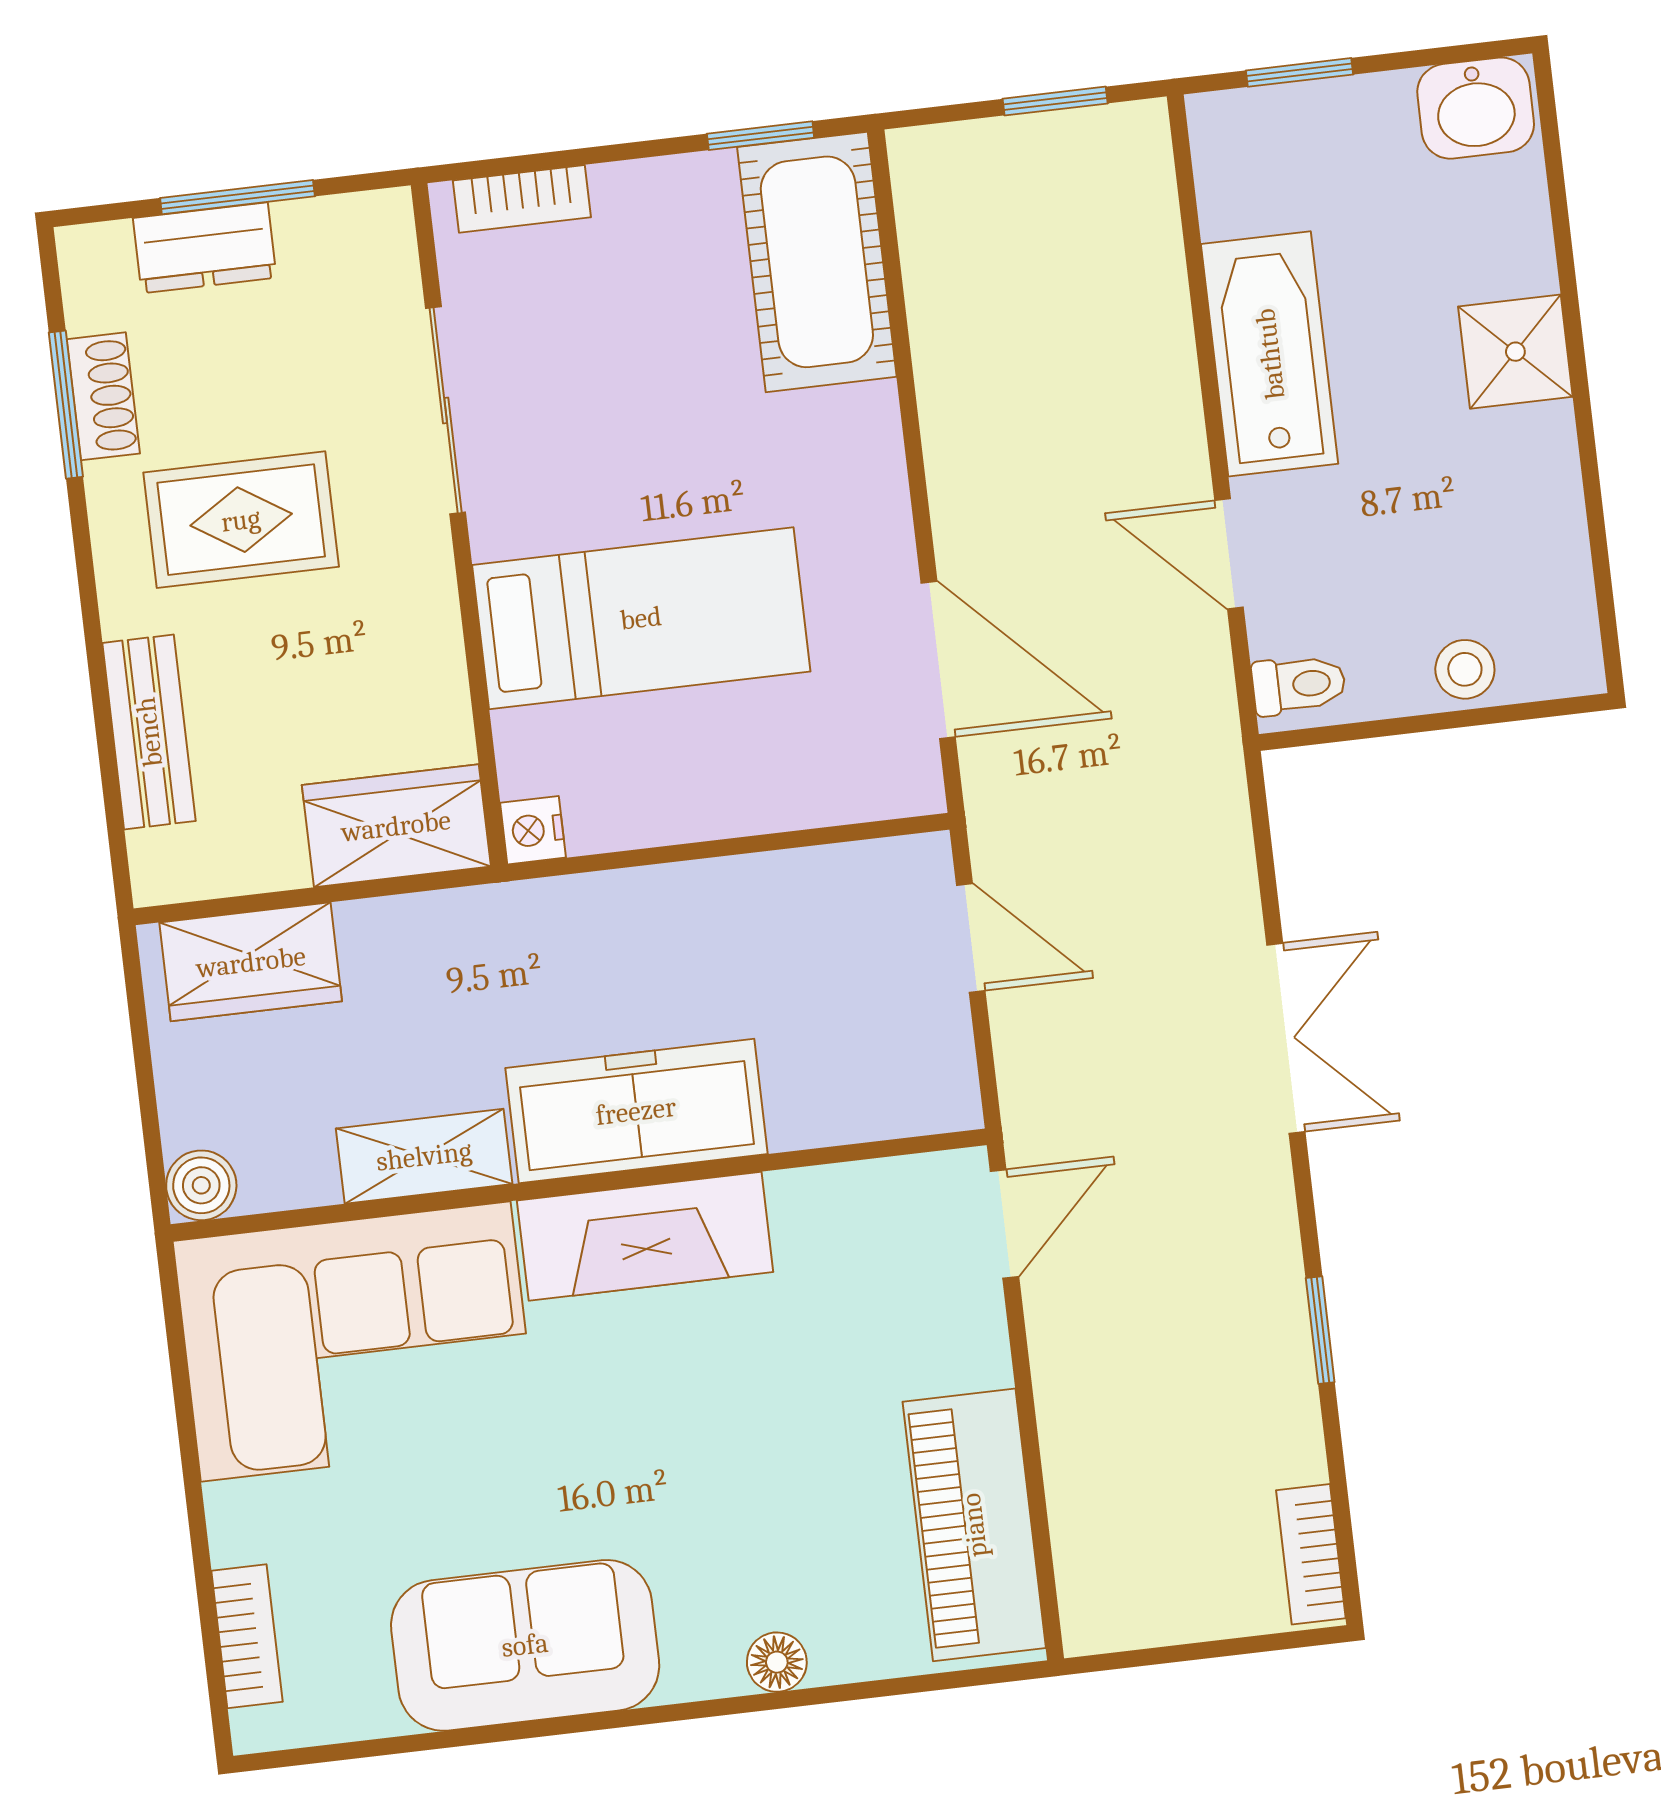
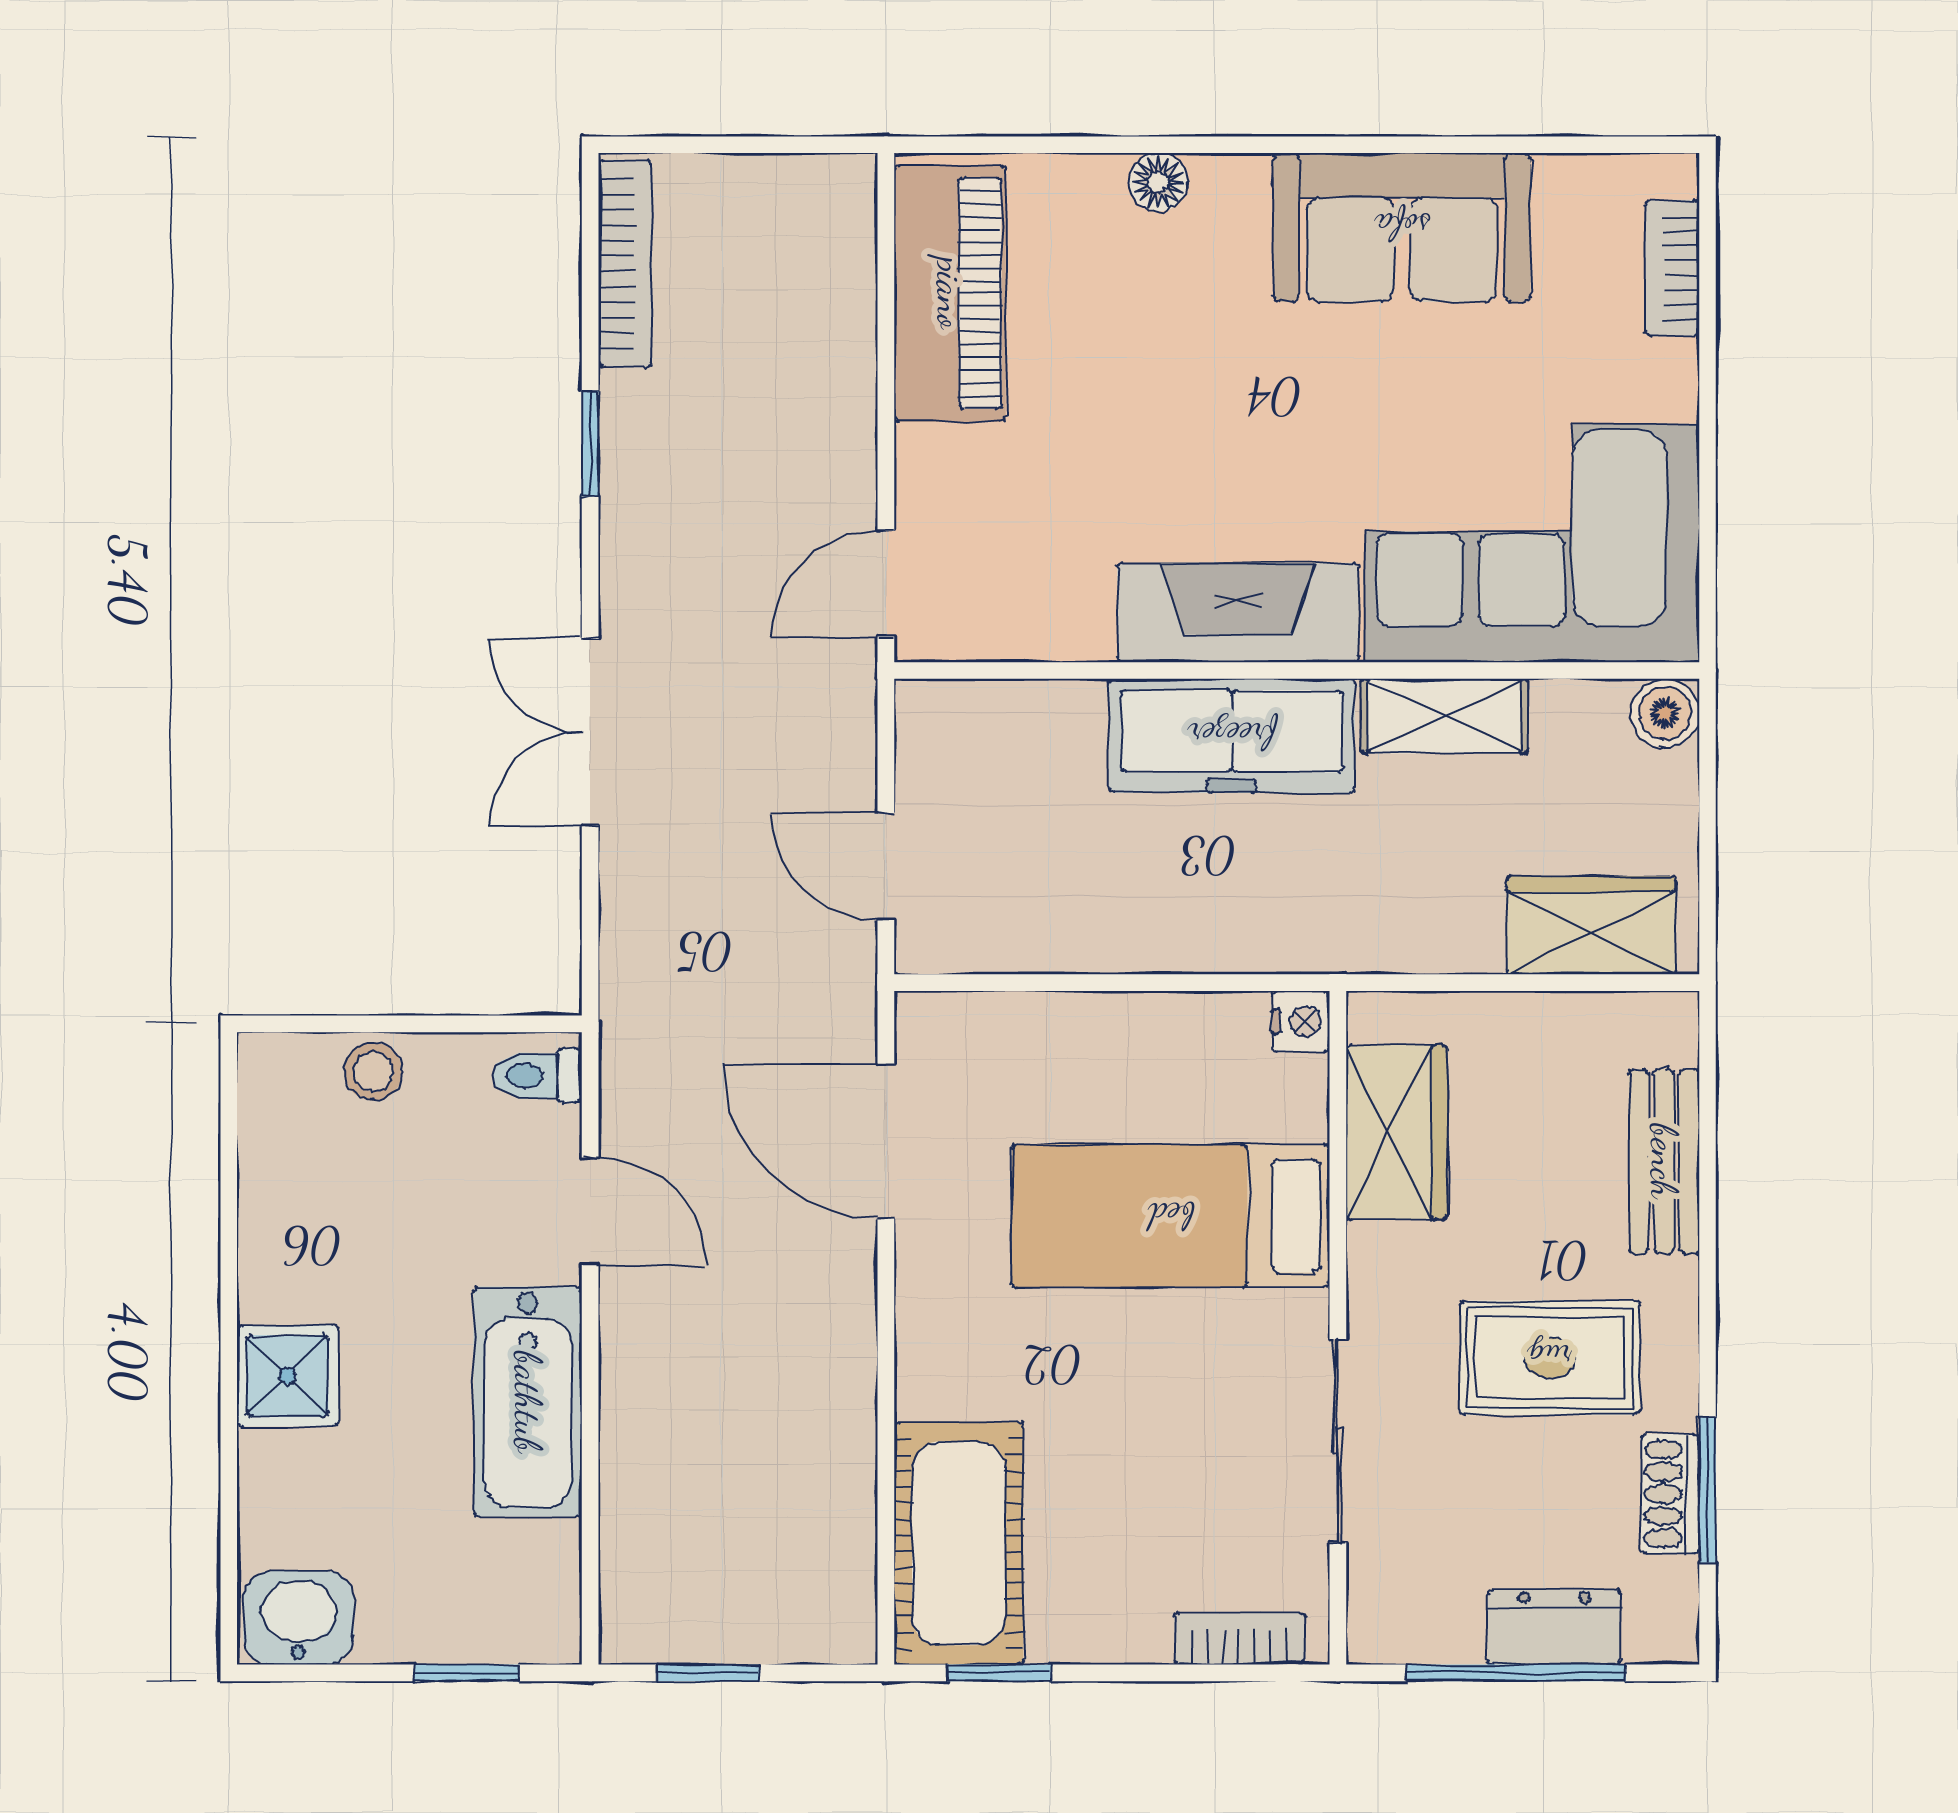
window: (237, 197) -> (1516, 1673), width x1.44
wardrobe: (396, 826) -> (1397, 1132), moved, turned -90
bookcase: (1311, 1554) -> (625, 264), width x1.56

